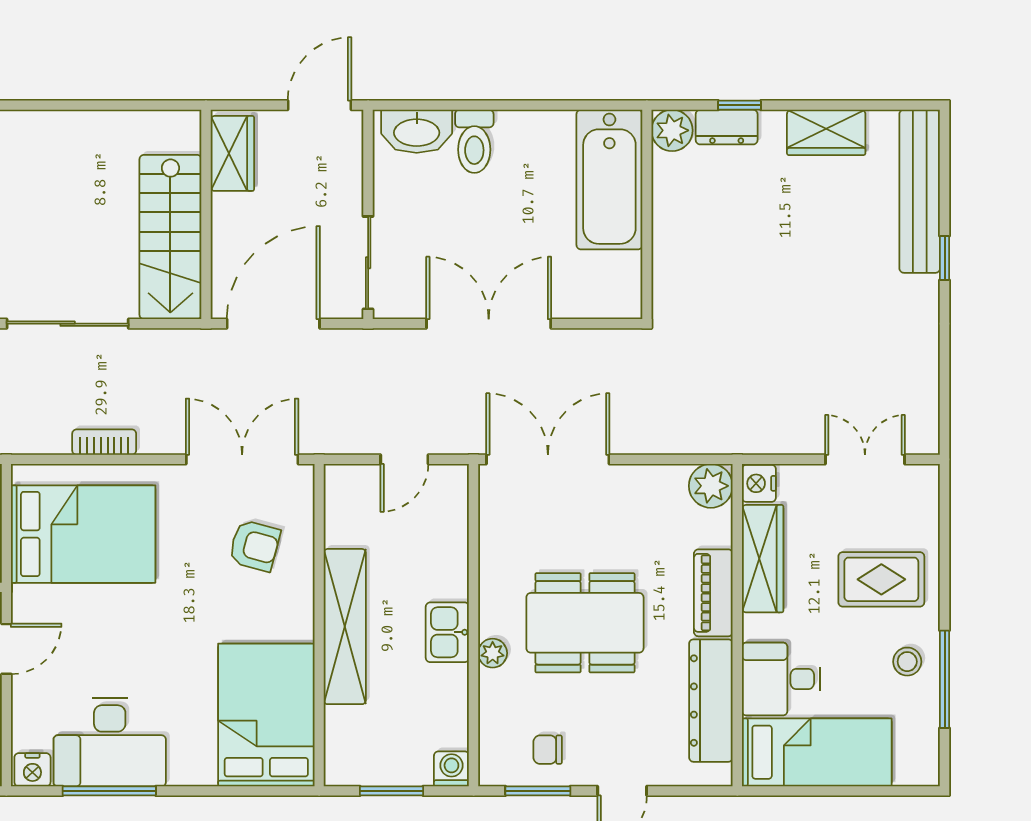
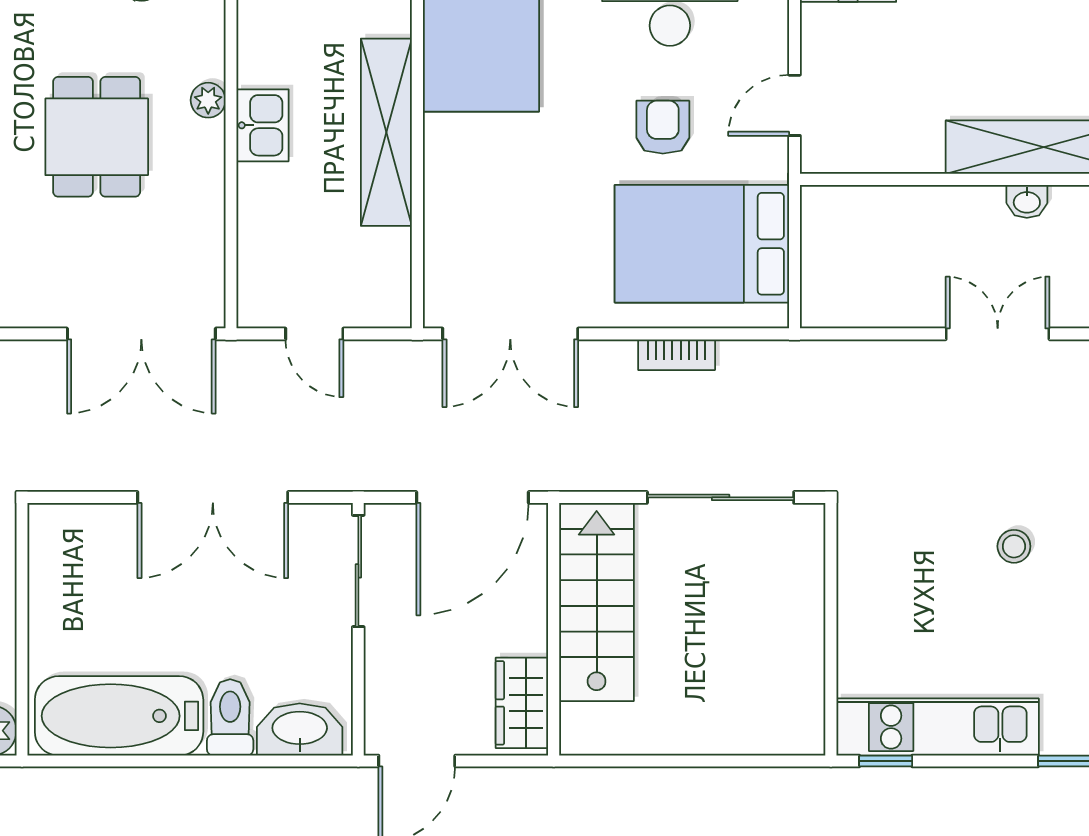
bathtub: (609, 180) -> (119, 716), moved, turned -90
door: (404, 459) -> (314, 334), swing flipped
armchair: (254, 546) -> (663, 127), moved, turned 75
dining table: (585, 623) -> (97, 137), width x0.73

